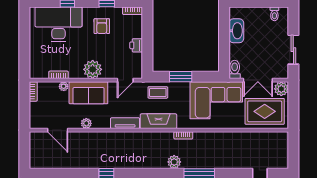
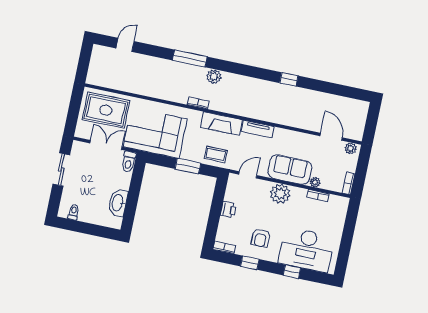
armchair: (102, 26) -> (261, 238), turned 180
plant: (281, 89) -> (83, 131), removed
plant: (86, 123) -> (351, 148), moved

